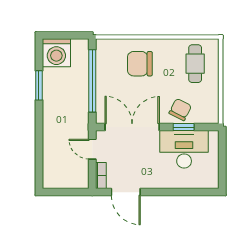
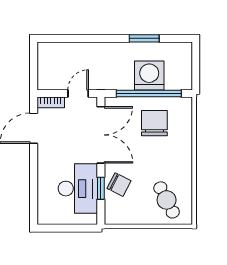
washing machine: (56, 53) -> (149, 75), moved, turned 90
chair: (140, 64) -> (154, 123), moved
cafe table: (195, 64) -> (167, 200), turned 63

